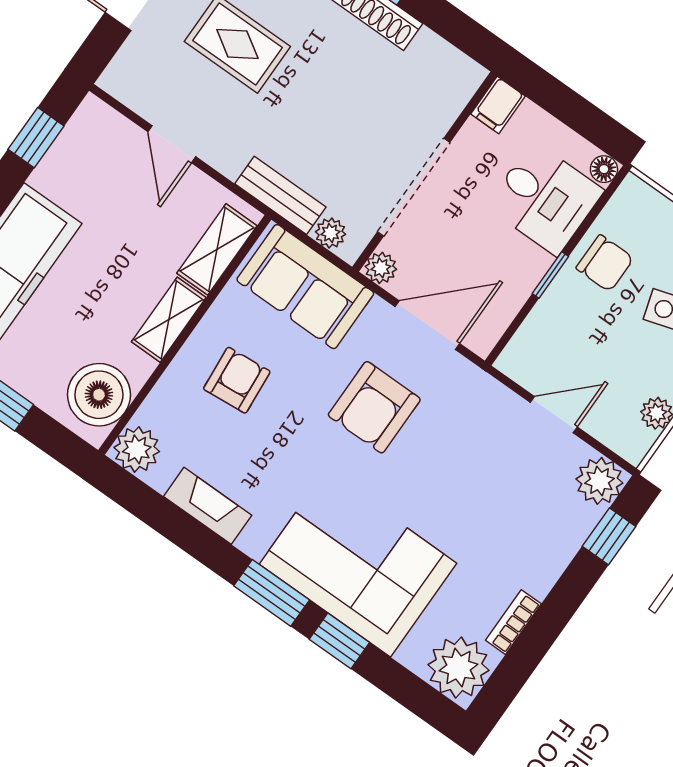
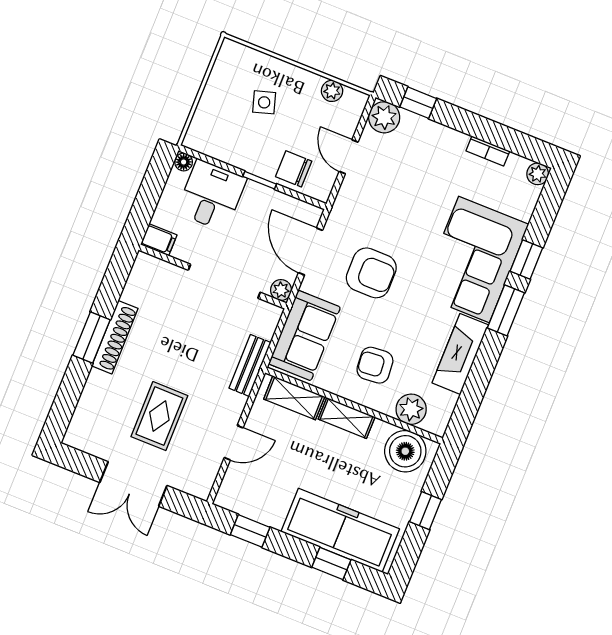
plant: (330, 233) -> (266, 328), removed
chair: (605, 263) -> (294, 169), moved, turned -90
plant: (137, 449) -> (411, 409), moved
fireplace: (208, 506) -> (460, 354), width x1.37, depth x1.32
plant: (459, 668) -> (538, 174), width x0.53, depth x0.53

